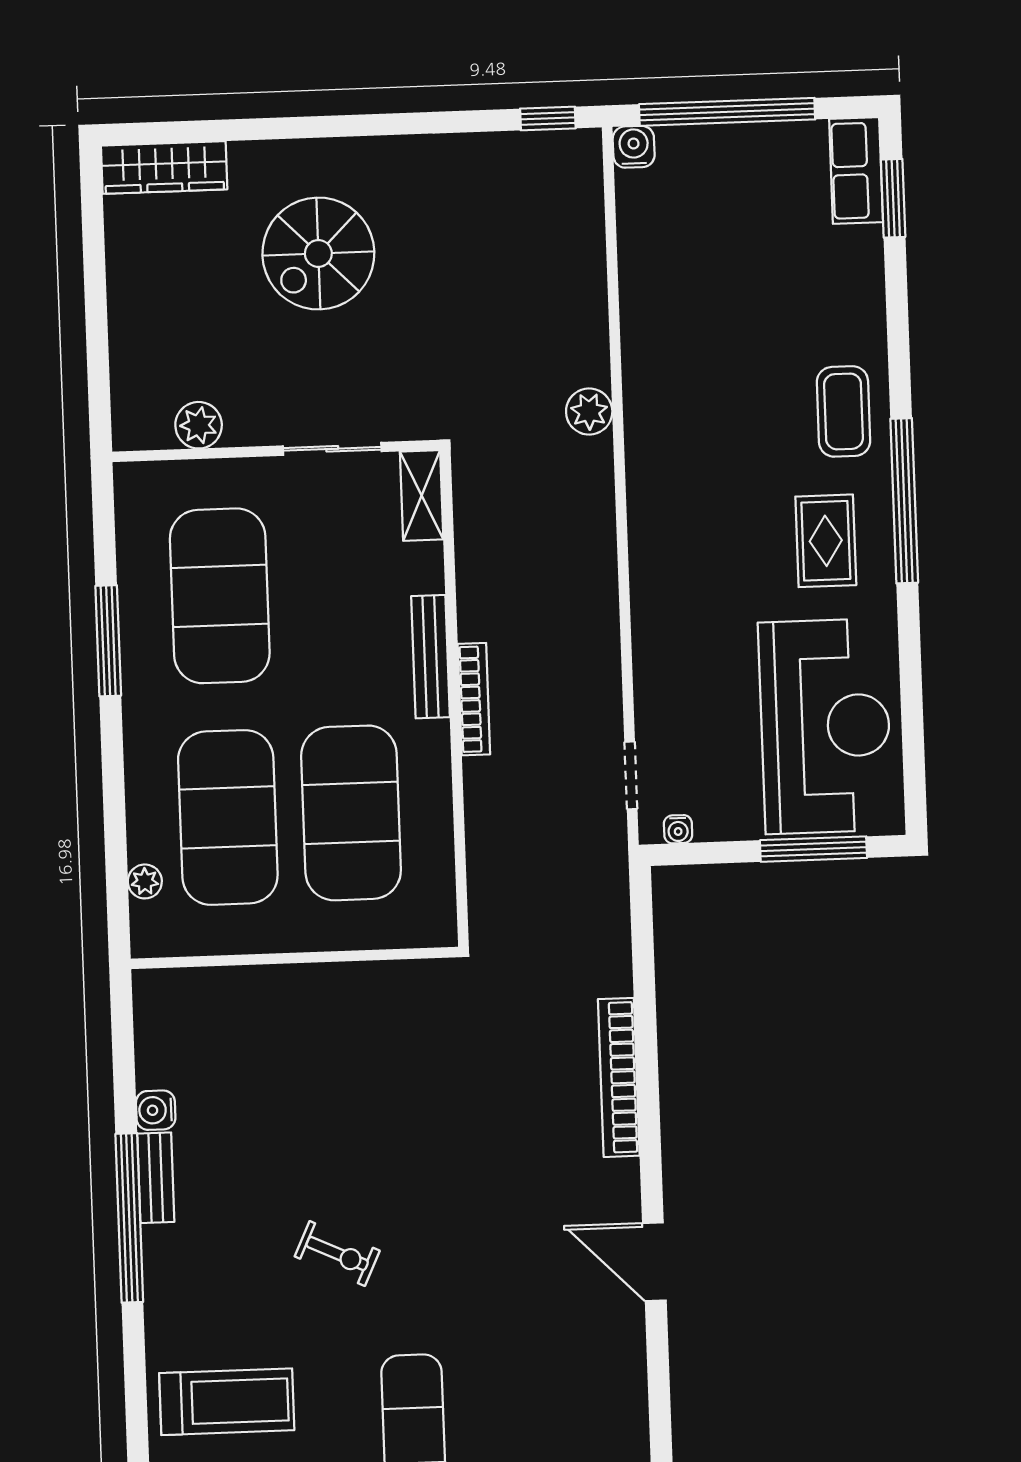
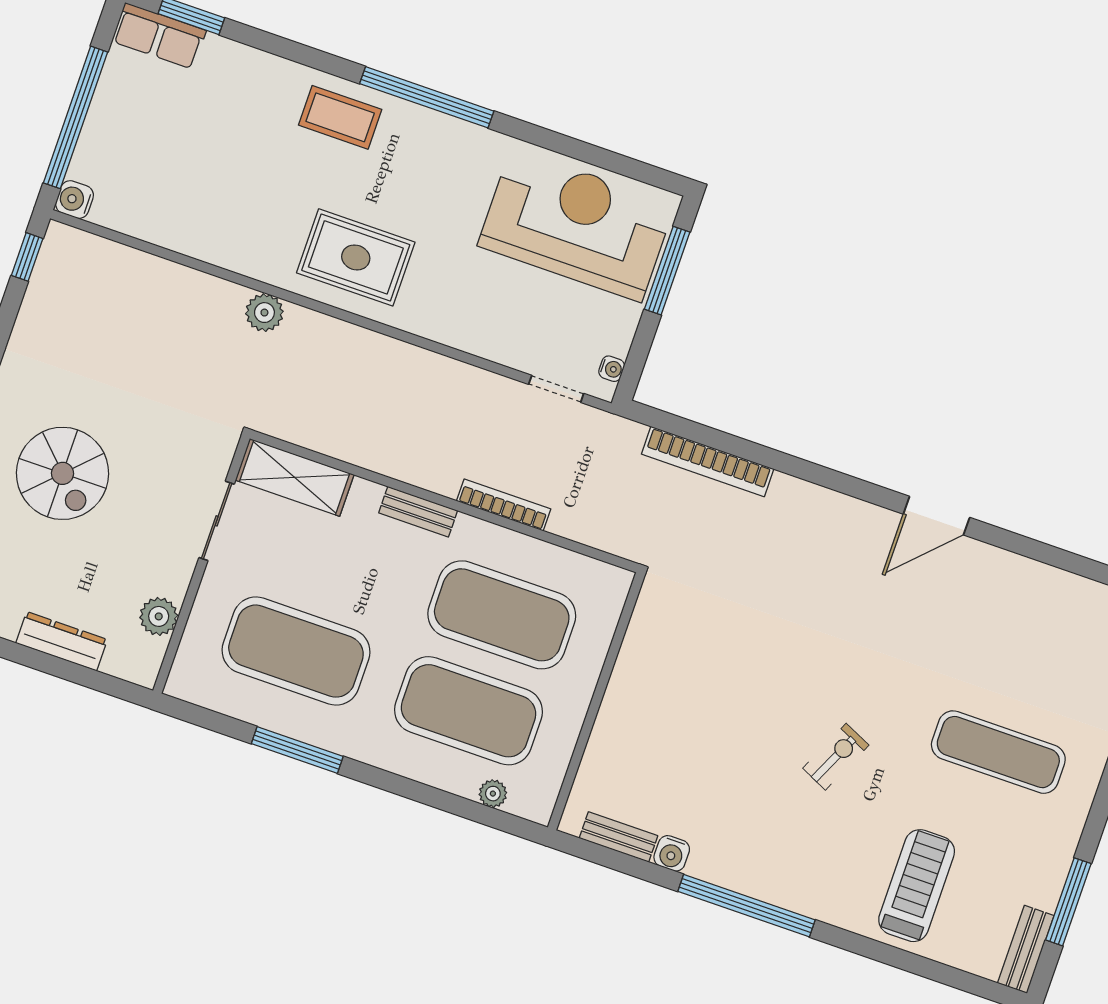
dresser: (128, 326) -> (62, 641), added
shelving: (422, 495) -> (295, 477), width x1.50, depth x1.33
rug: (826, 541) -> (356, 257), moved, width x1.36, depth x1.43
bench: (431, 657) -> (418, 512), width x0.73
bookcase: (474, 699) -> (504, 505), moved
bookcase: (619, 1077) -> (708, 461), moved
bench: (156, 1178) -> (618, 837), moved

